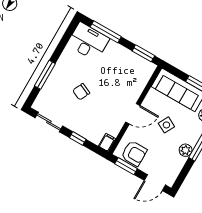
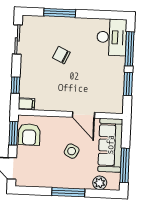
window: (143, 53) -> (128, 84), moved
door: (133, 114) -> (83, 115), moved
window: (78, 138) -> (15, 85), moved
plant: (186, 150) -> (57, 181), removed

